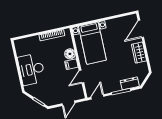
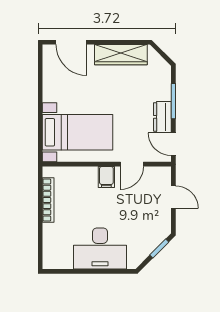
wardrobe: (139, 53) -> (121, 55), width x1.50
floor lamp: (70, 54) -> (88, 176), removed
door: (81, 77) -> (132, 164), hinge flipped
dresser: (130, 83) -> (162, 117), moved

